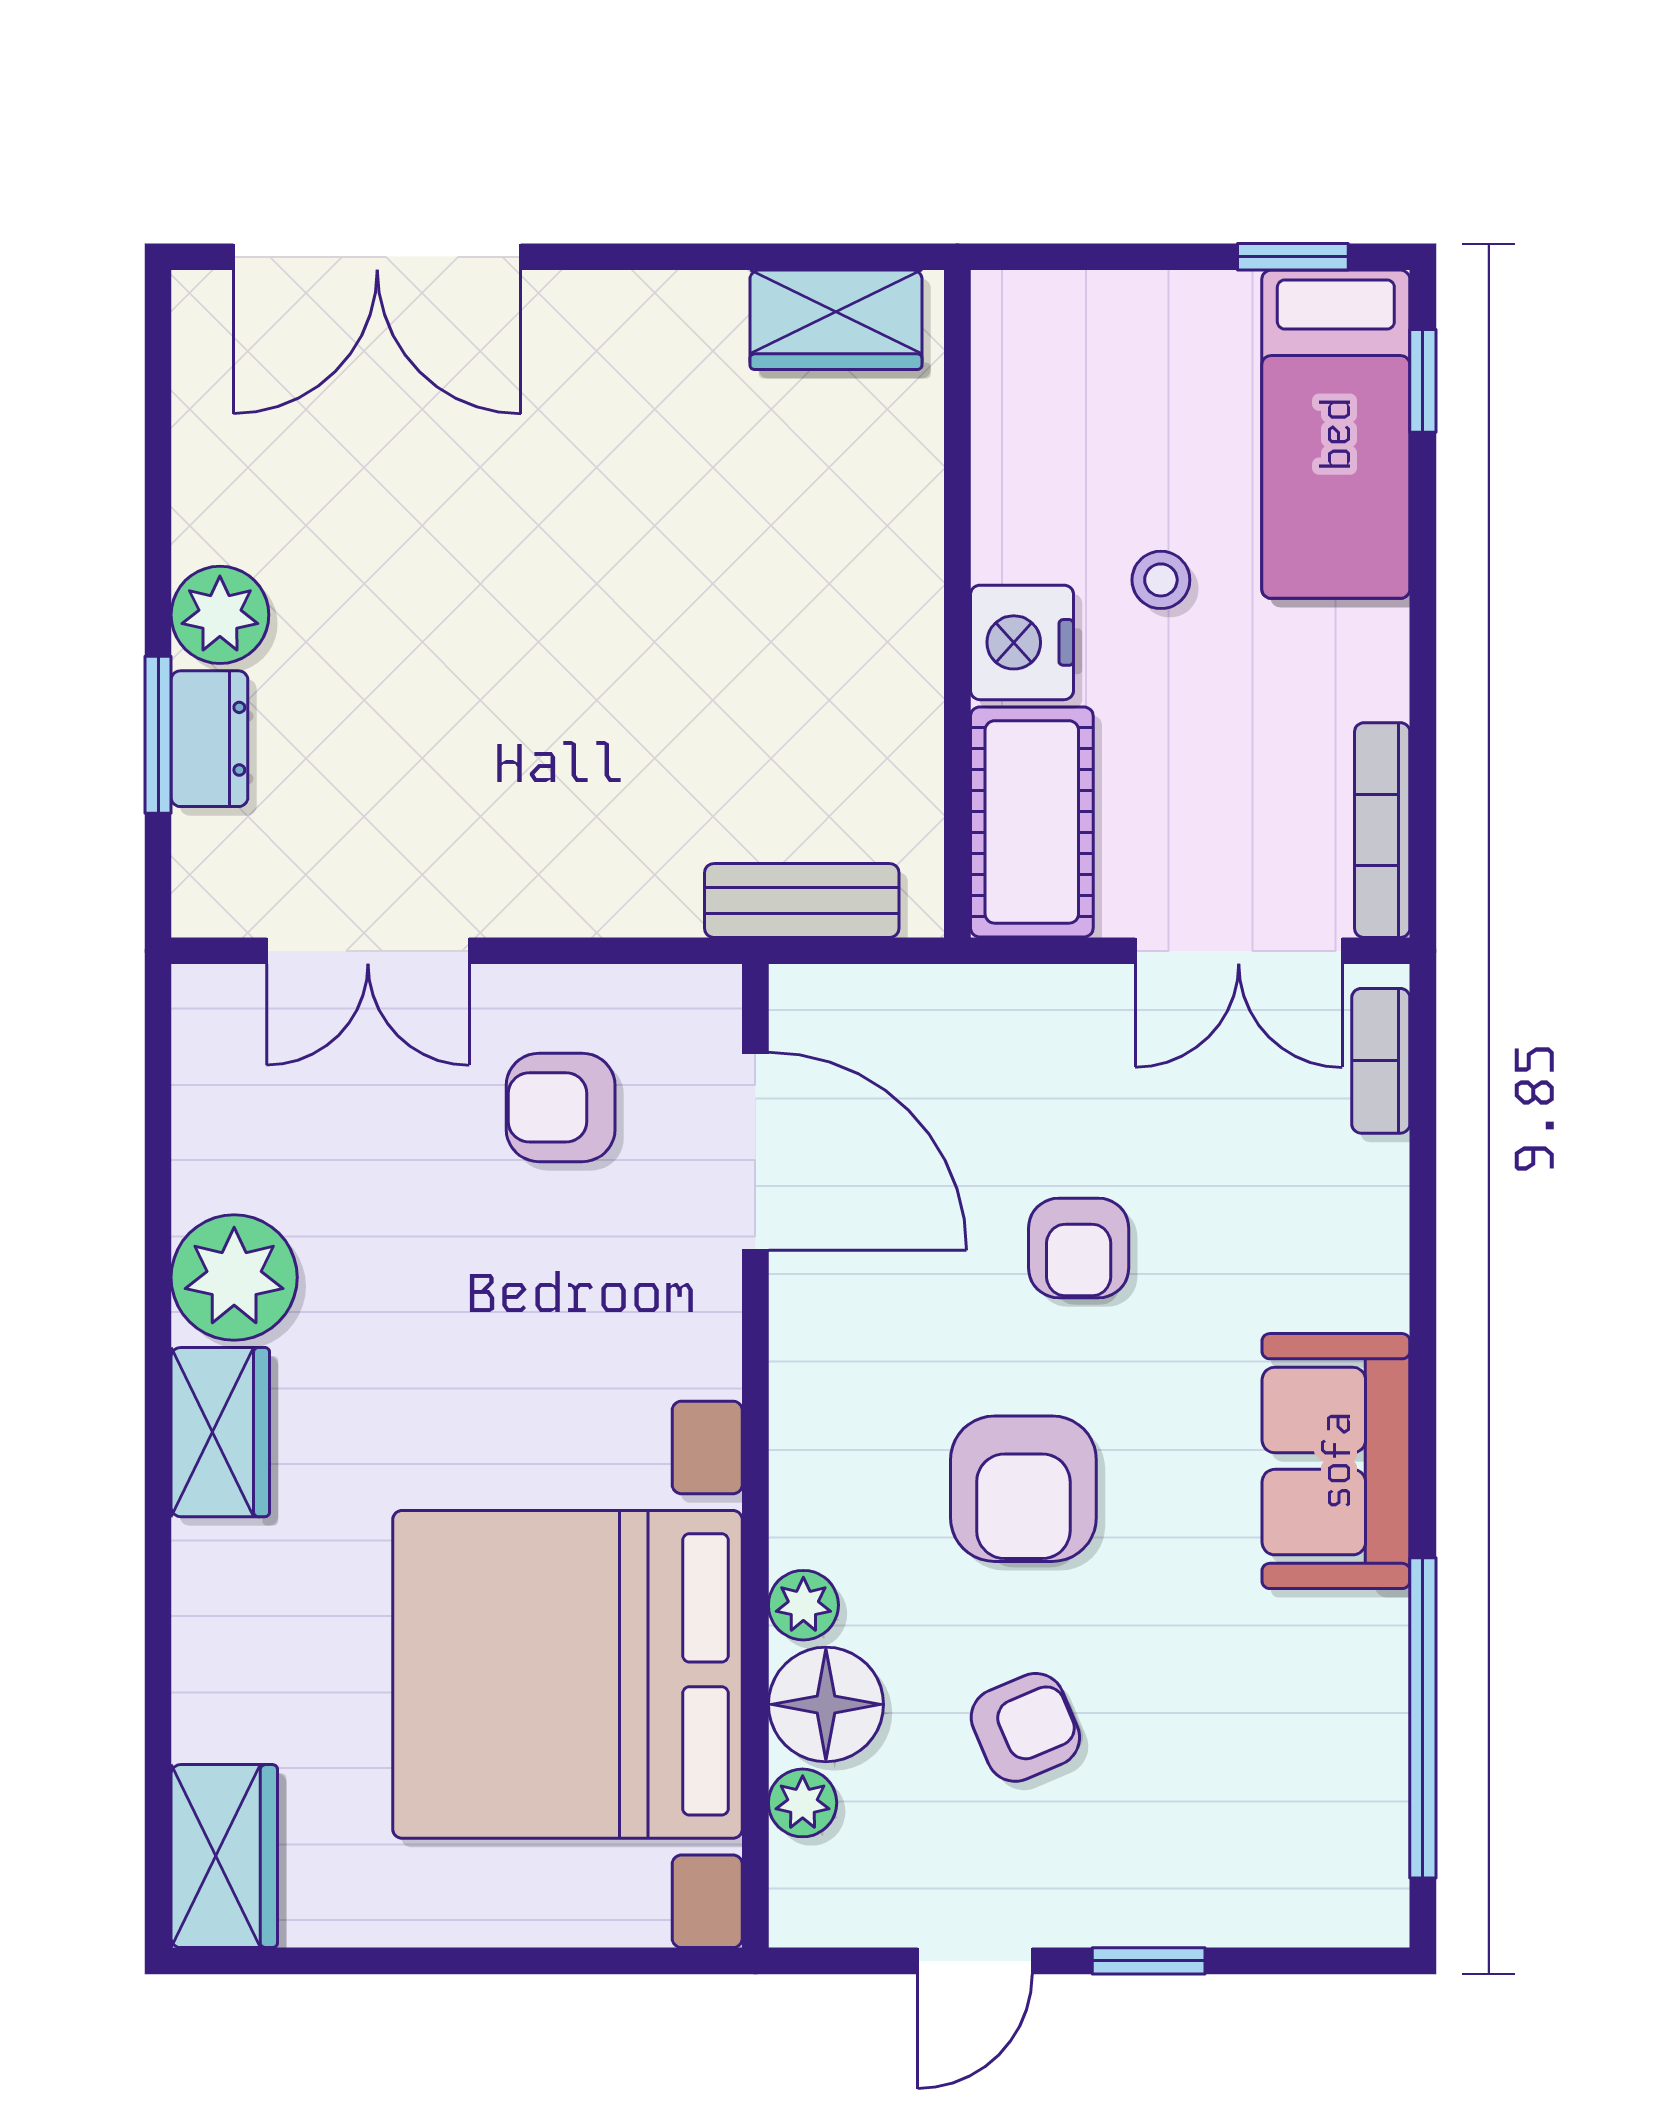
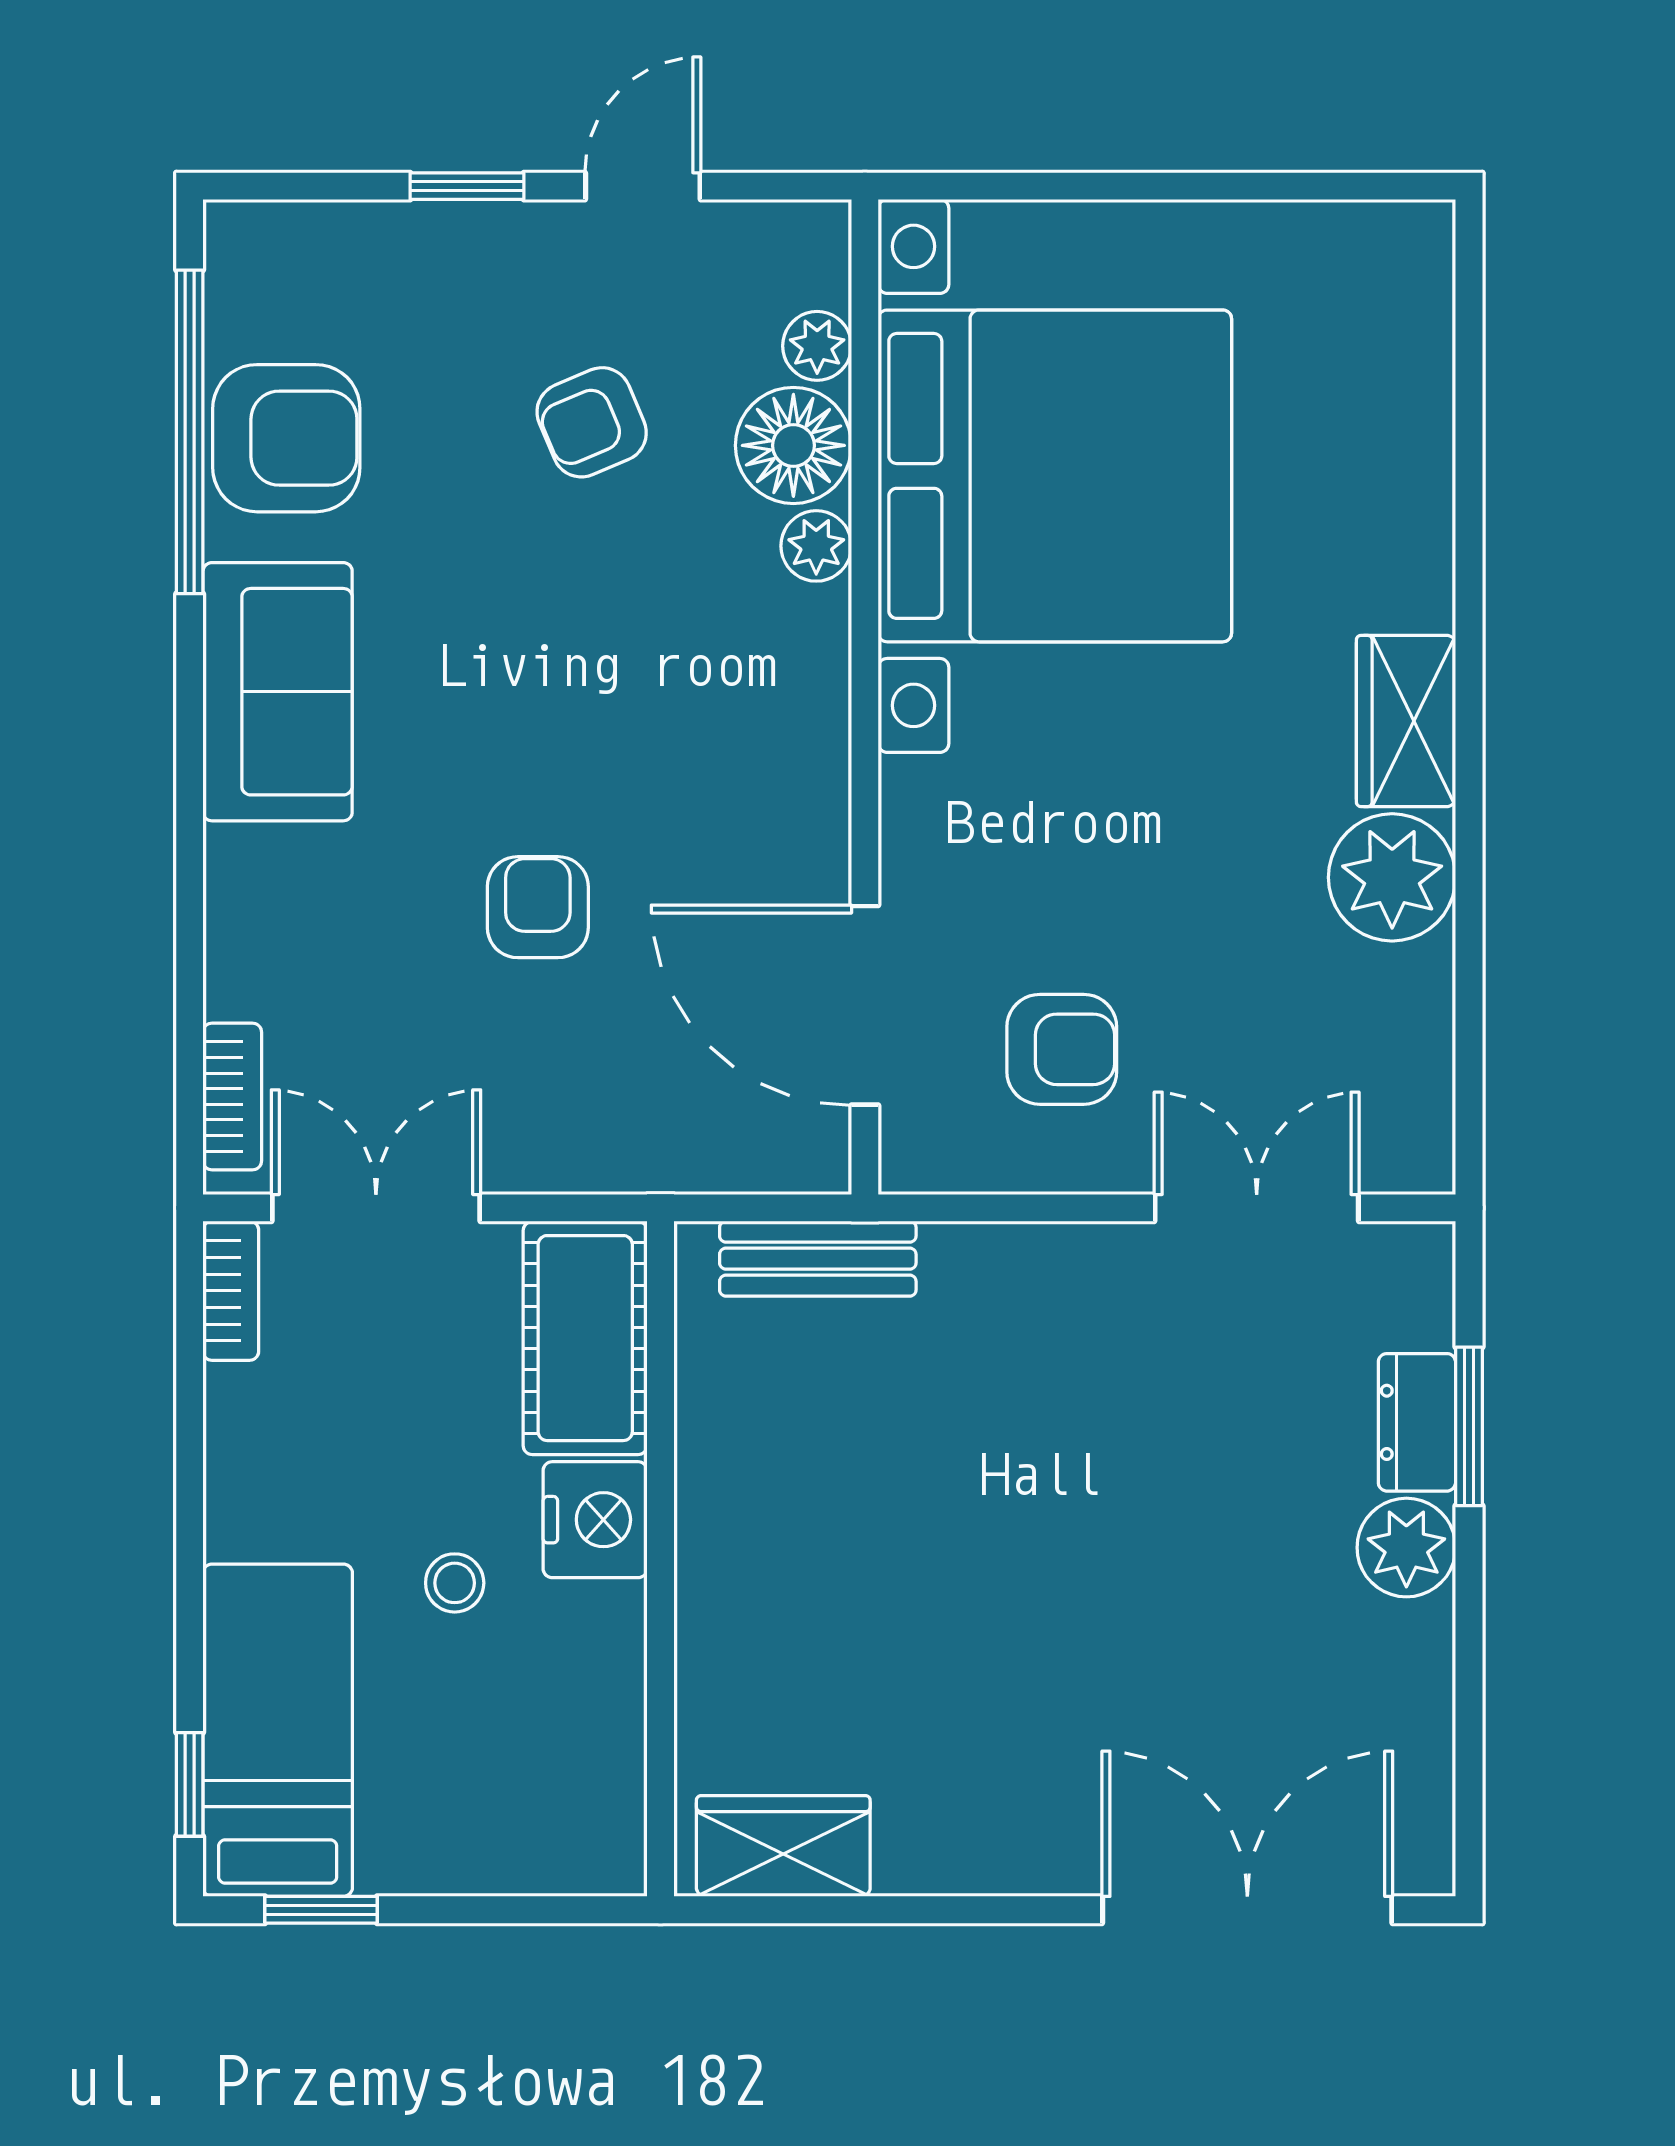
bookcase: (1382, 830) -> (231, 1291), width x0.64
armchair: (1023, 1489) -> (286, 438), moved, turned 90
wardrobe: (224, 1856) -> (1402, 292), removed

